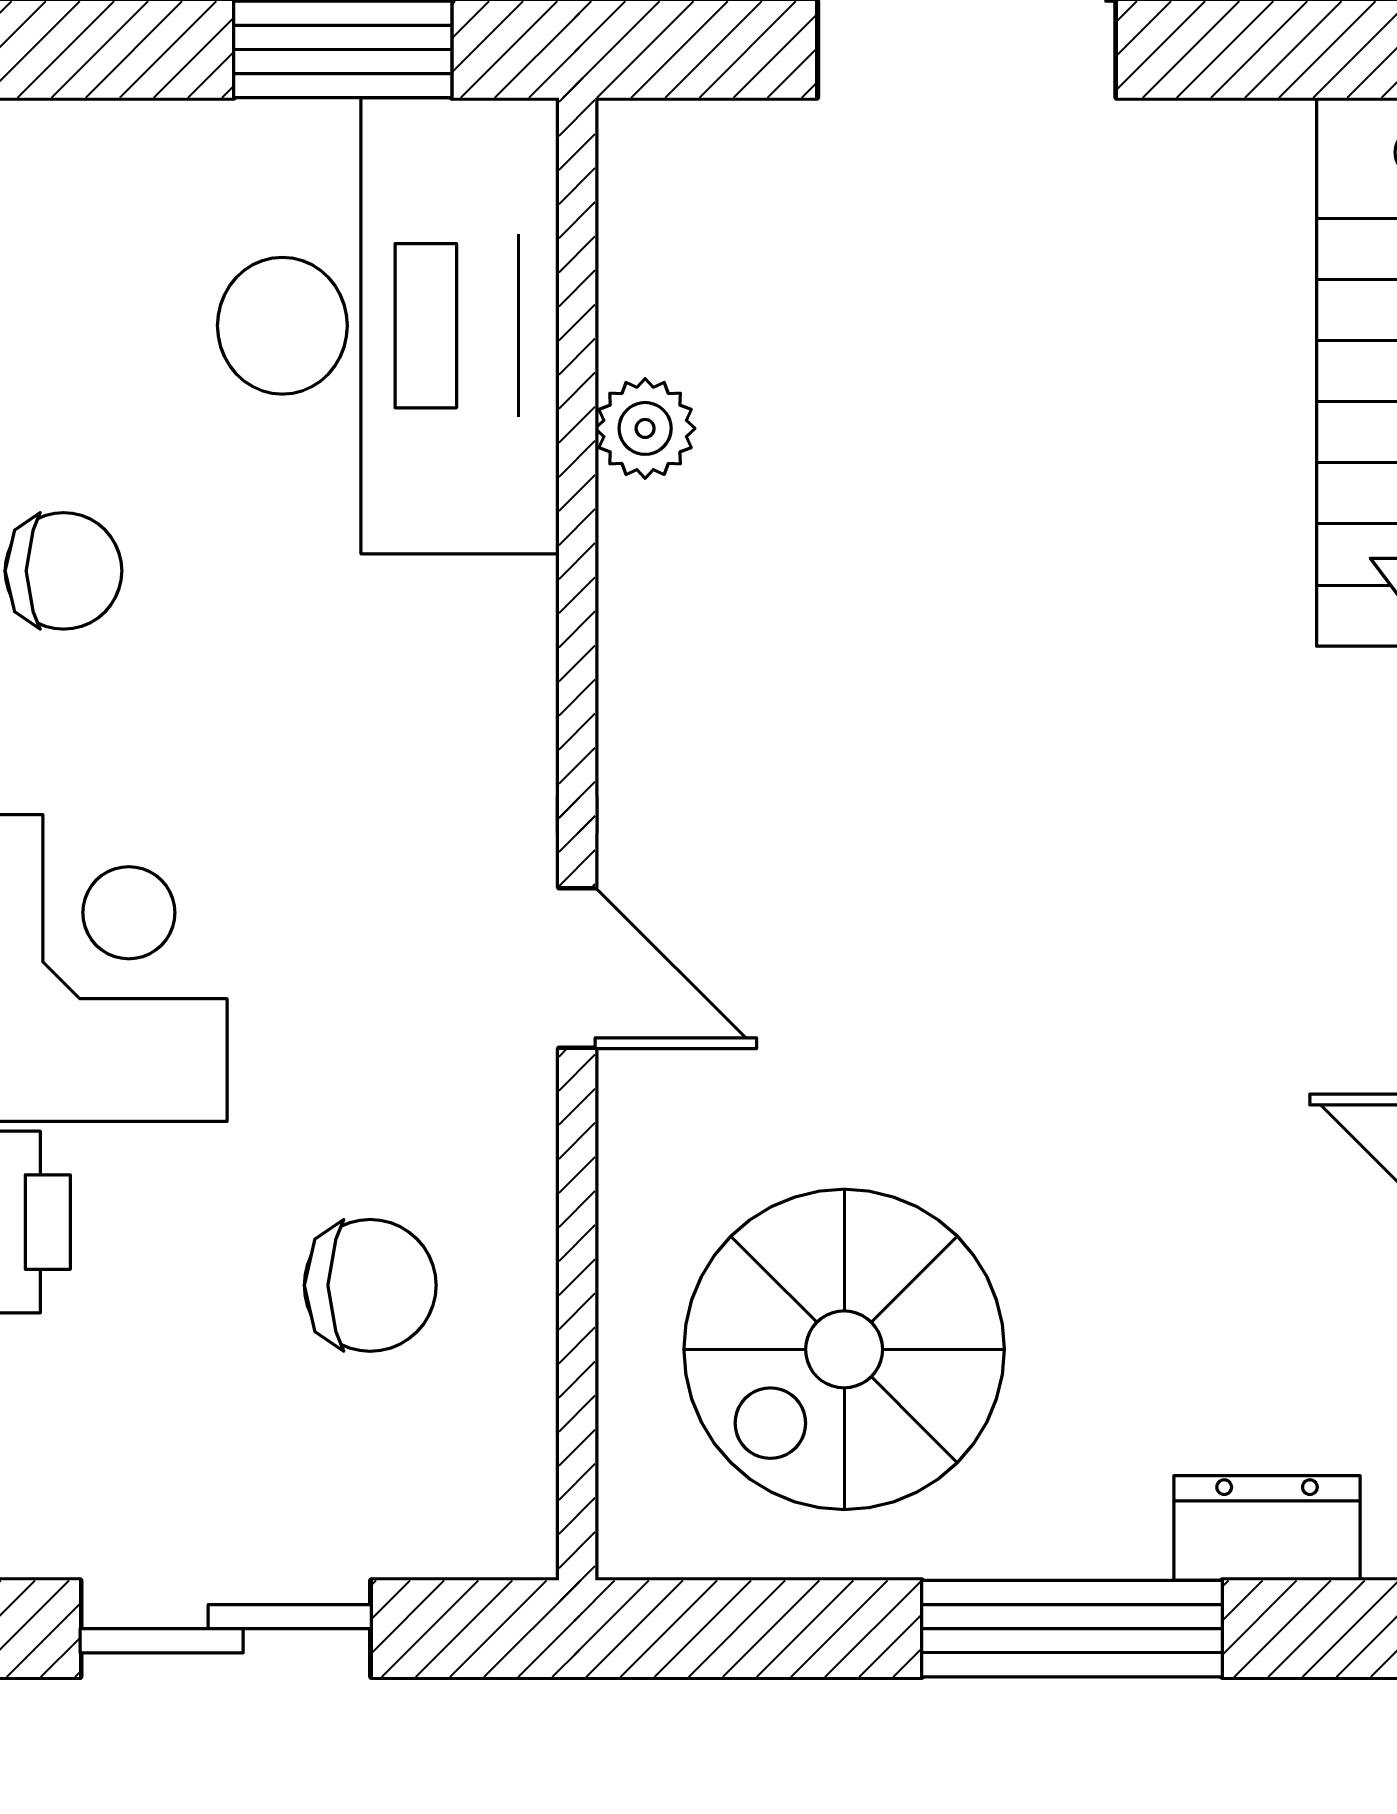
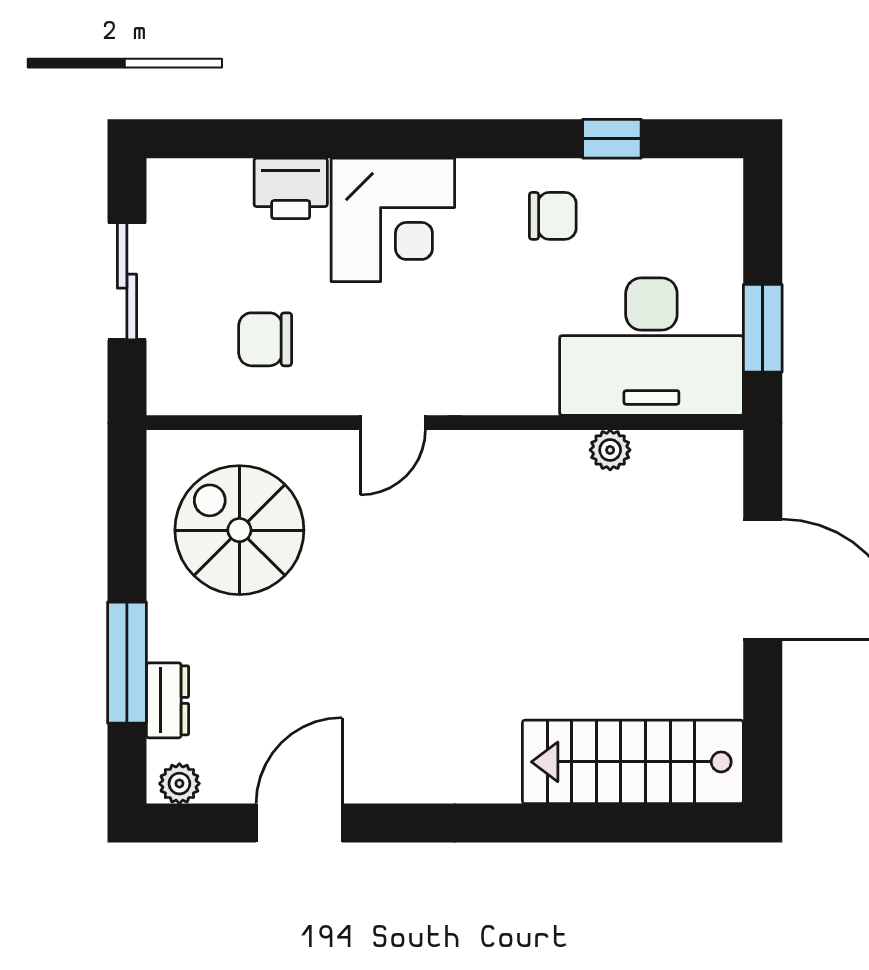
chair: (64, 571) -> (553, 216), turned -90
chair: (370, 1285) -> (265, 339), turned 90
window: (1072, 1629) -> (127, 663), moved

